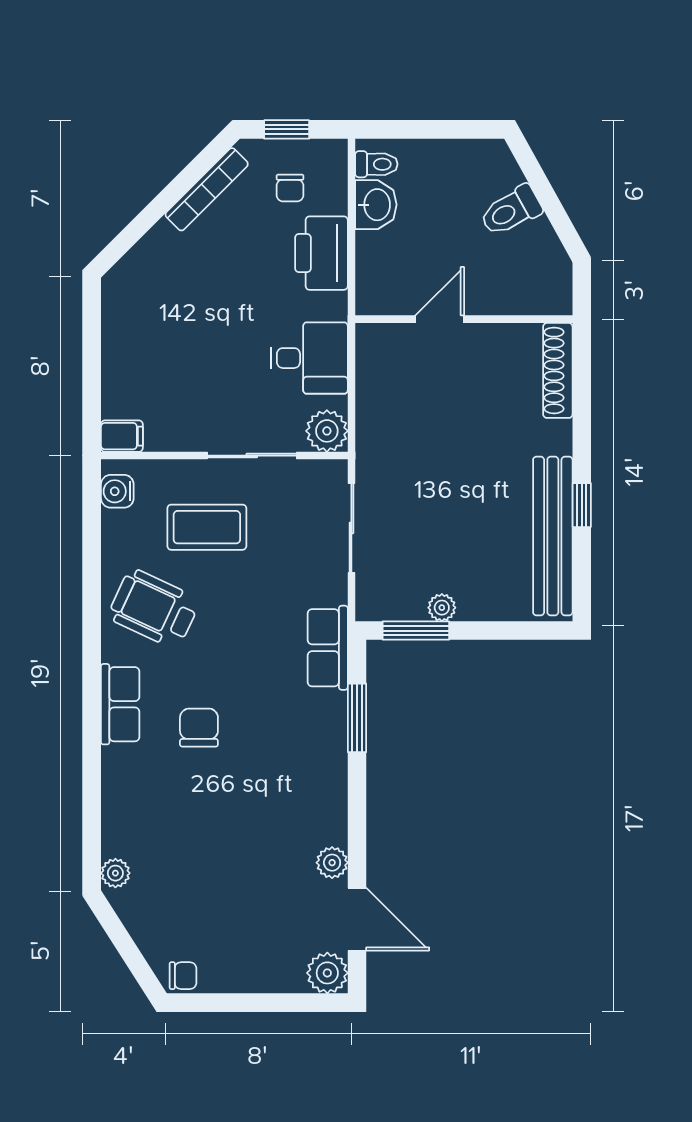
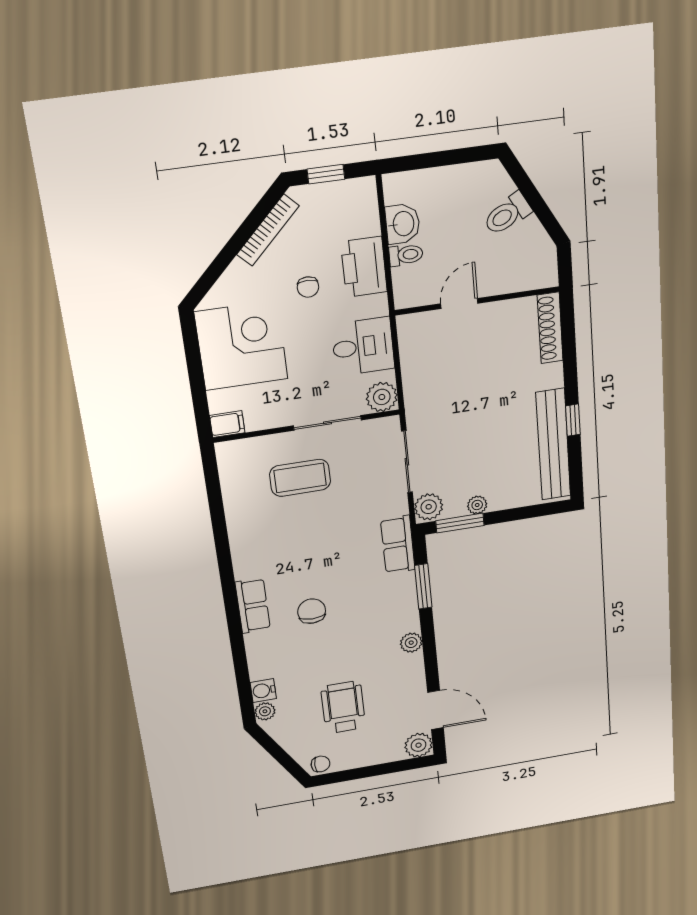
toilet: (376, 164) -> (406, 255), moved
chair: (290, 188) -> (308, 287), moved
corner desk: (154, 333) -> (241, 346), added
water cooler: (117, 491) -> (263, 691), moved
plant: (375, 599) -> (429, 507), added
wheelchair: (154, 609) -> (343, 707), moved, turned 65
plant: (332, 863) -> (411, 643), moved

